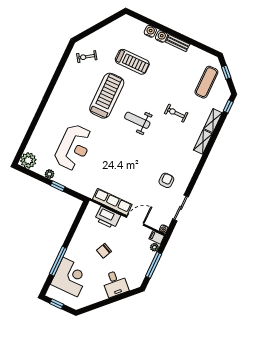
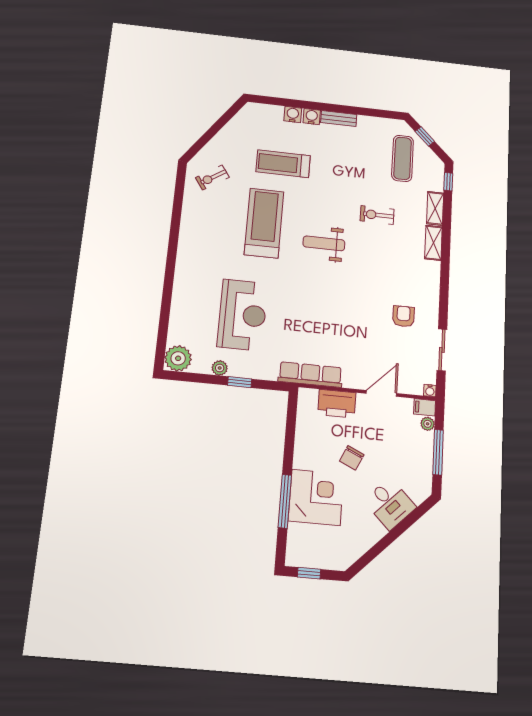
treadmill: (132, 62) -> (283, 164), turned 180
row of seats: (112, 202) -> (310, 375), moved
corner desk: (70, 277) -> (316, 497), moved

